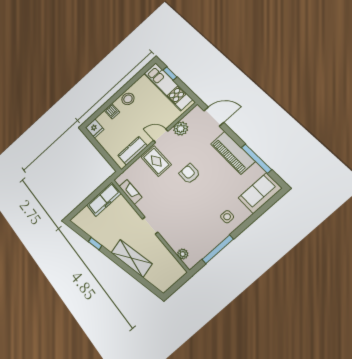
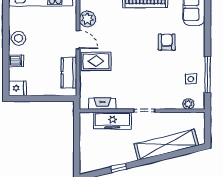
door: (161, 136) -> (78, 40), swing flipped
armchair: (189, 174) -> (167, 42), moved, turned 90
freezer: (104, 199) -> (112, 121), moved, turned 90
side table: (227, 217) -> (191, 79), moved
shelving: (131, 258) -> (166, 145), width x1.47

